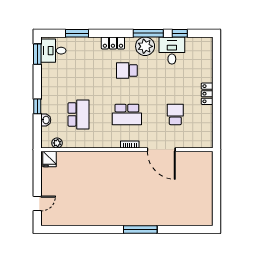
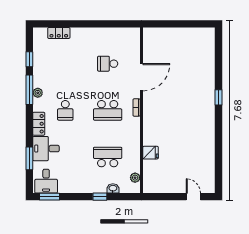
plant: (145, 46) -> (38, 93), width x0.53, depth x0.53
desk: (172, 51) -> (46, 149), moved
locker: (207, 94) -> (59, 33), moved
school desk: (127, 114) -> (108, 110), turned 90
fridge: (50, 159) -> (151, 153), moved
window: (140, 230) -> (218, 97), width x0.46

